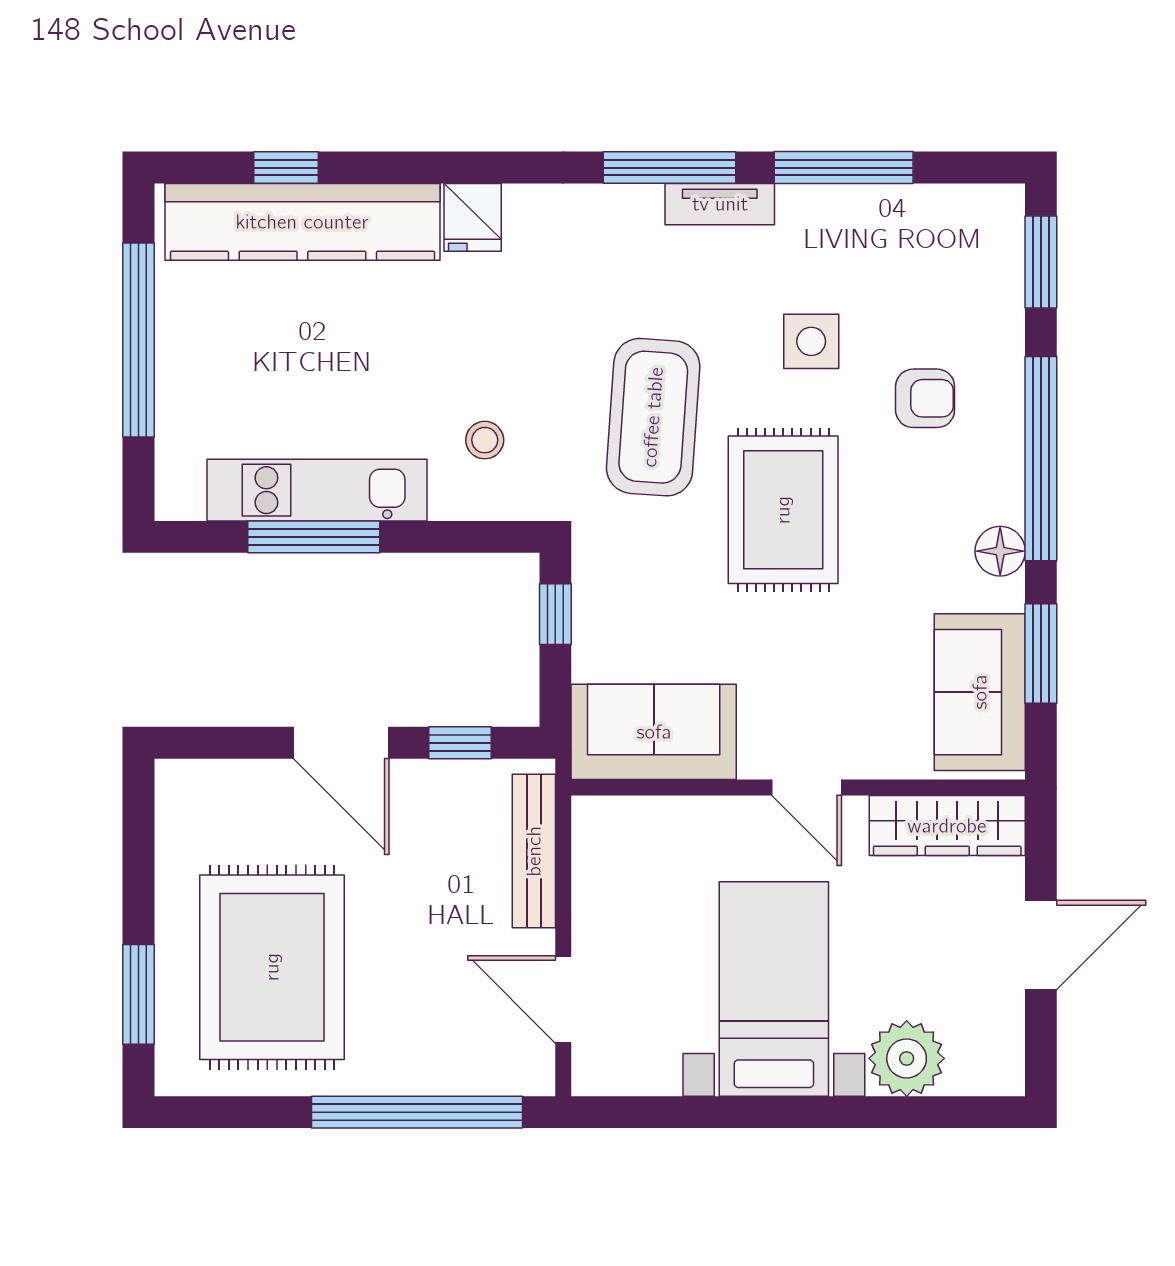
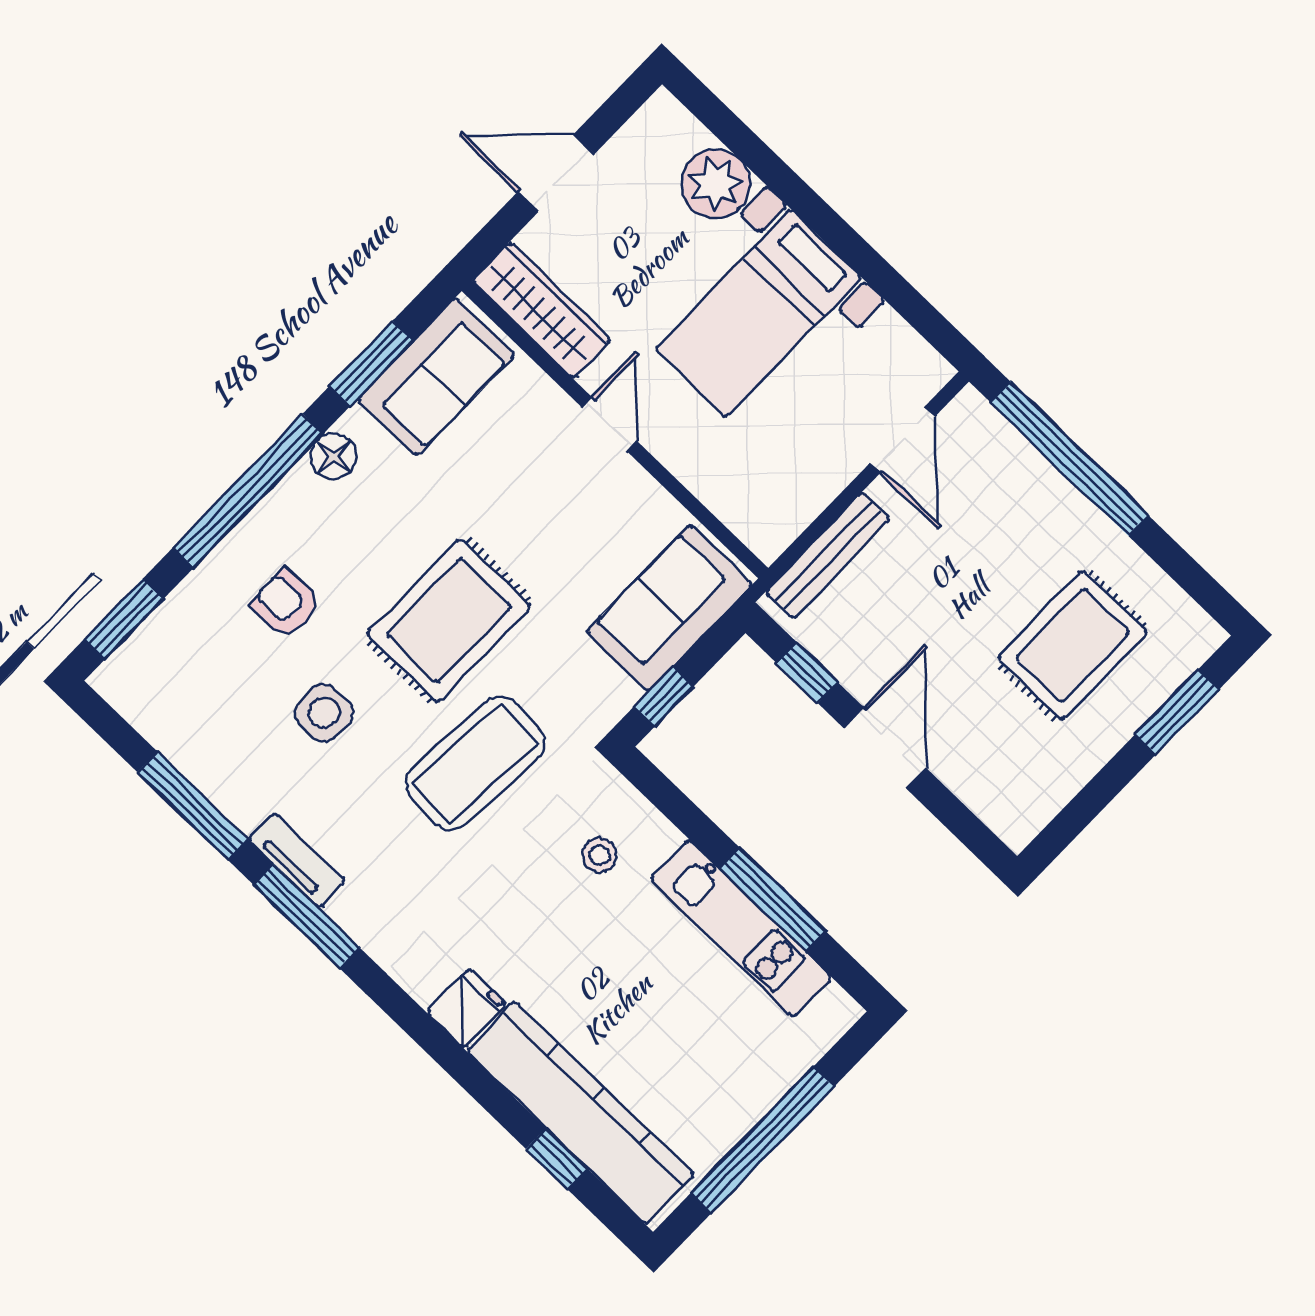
sofa: (654, 732) -> (669, 608), moved, turned 90
rug: (272, 967) -> (1073, 645), width x0.73, depth x0.69

